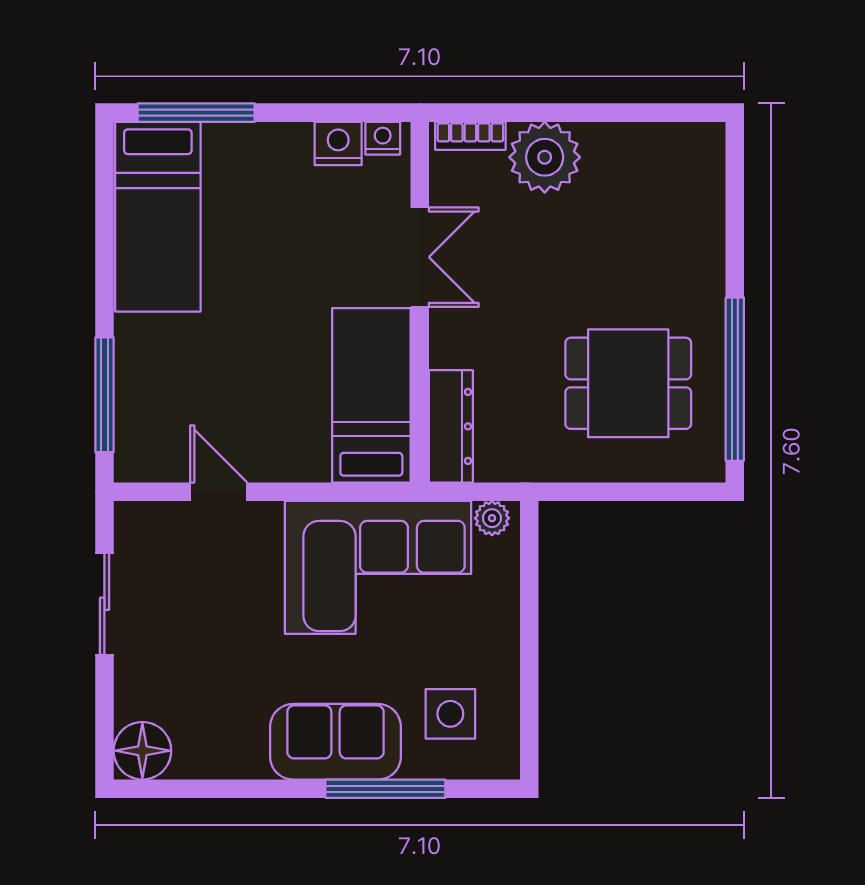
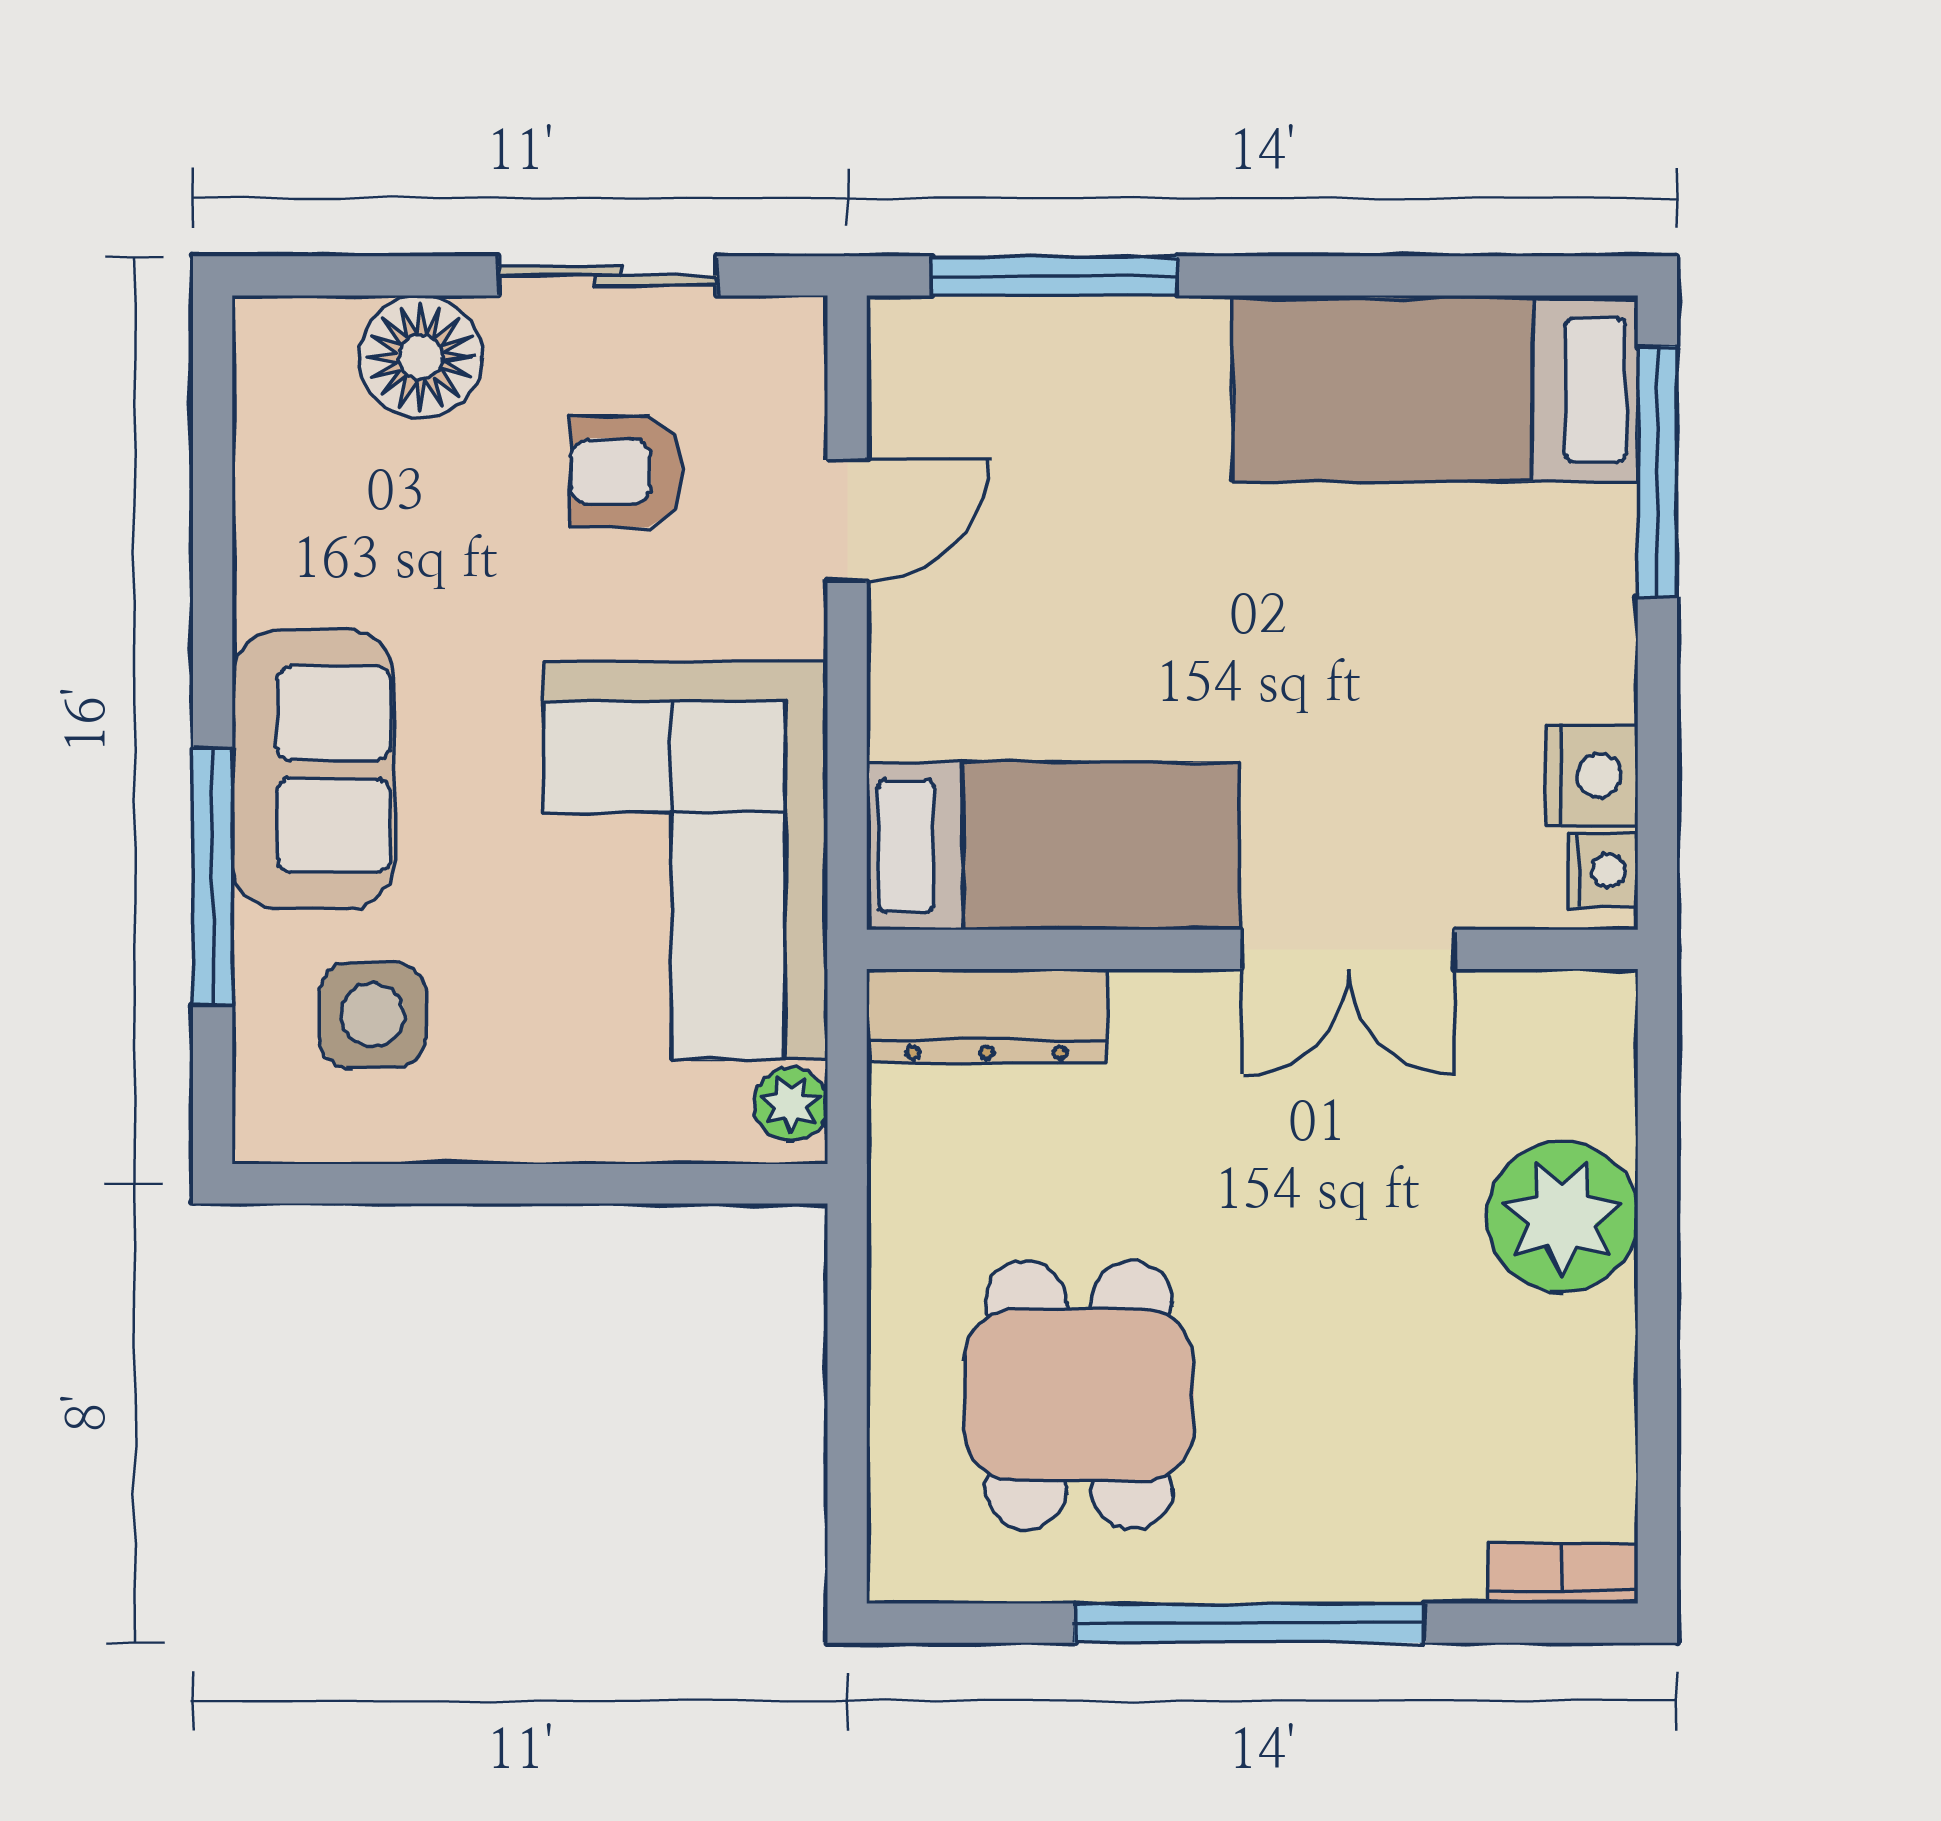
bookcase: (470, 136) -> (1563, 1573), moved, turned 90
window: (735, 379) -> (1249, 1623), moved
armchair: (196, 595) -> (626, 472), added
floor lamp: (142, 751) -> (421, 357), moved

